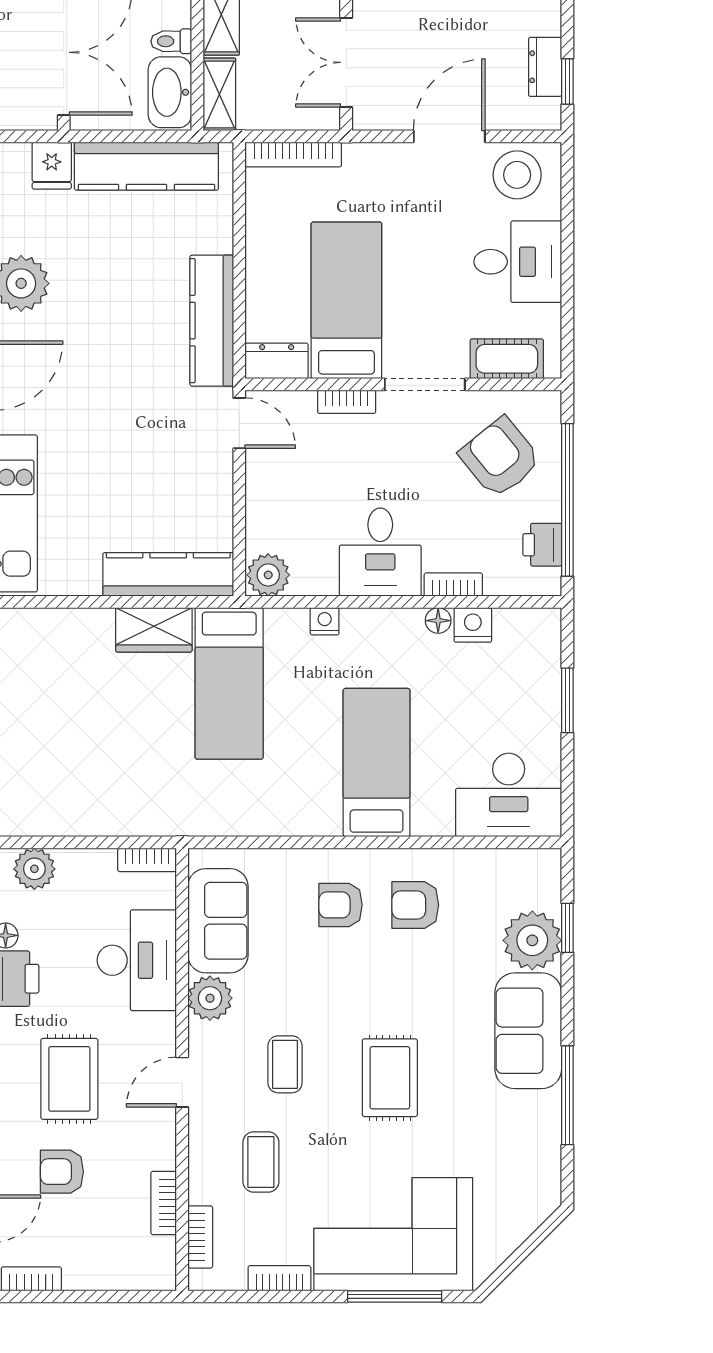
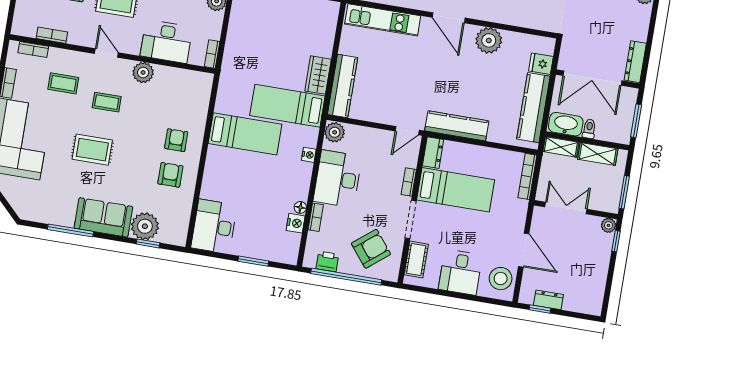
desk: (380, 552) -> (338, 179), width x1.37
bed: (377, 763) -> (245, 134), moved
sofa: (218, 921) -> (178, 82), removed

